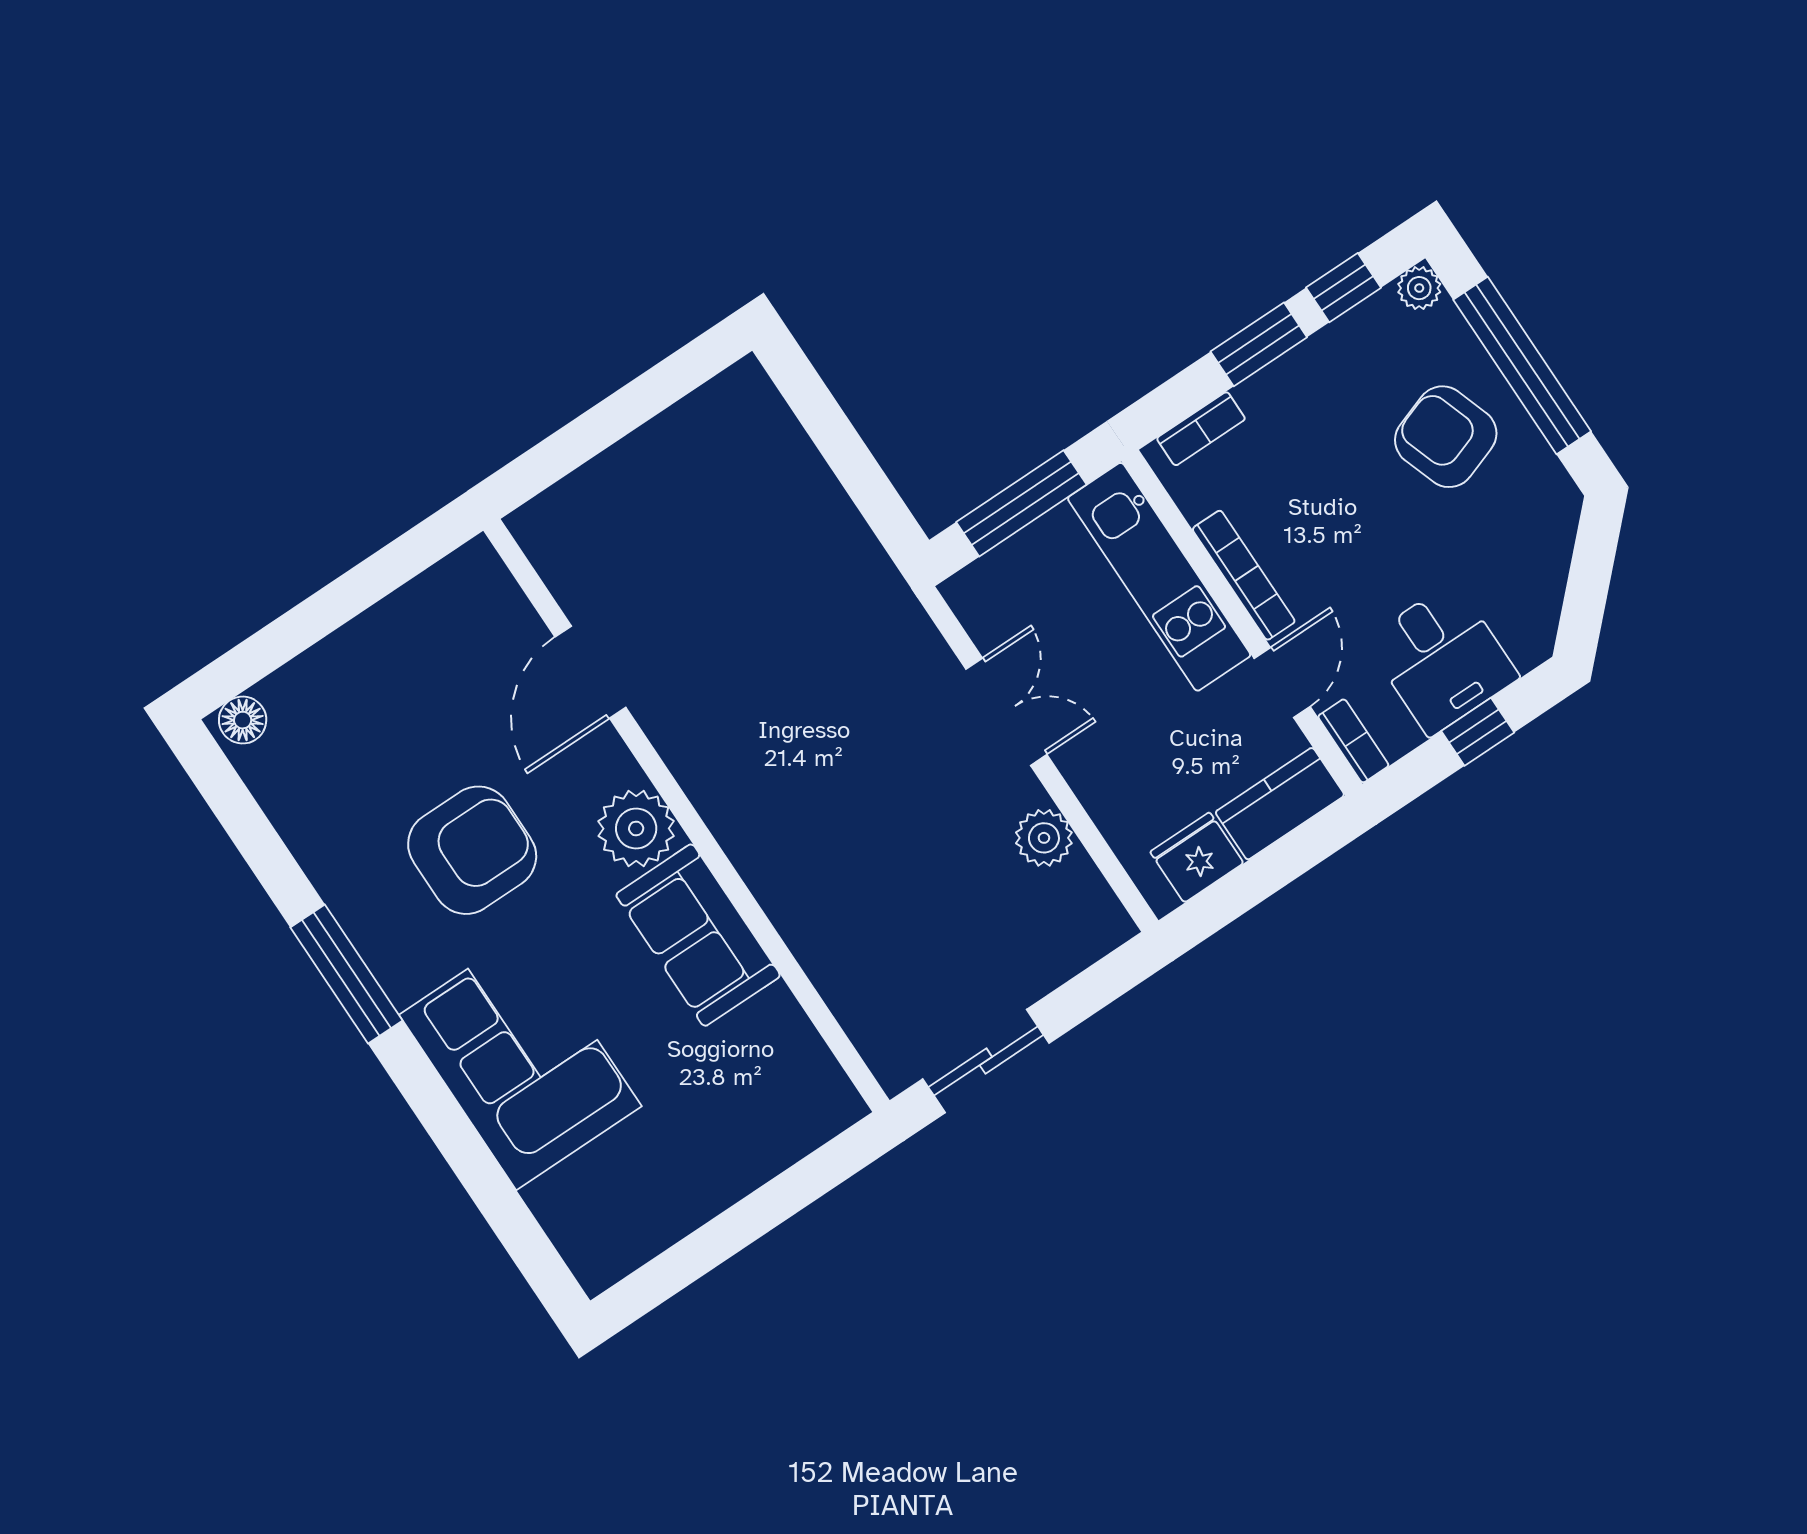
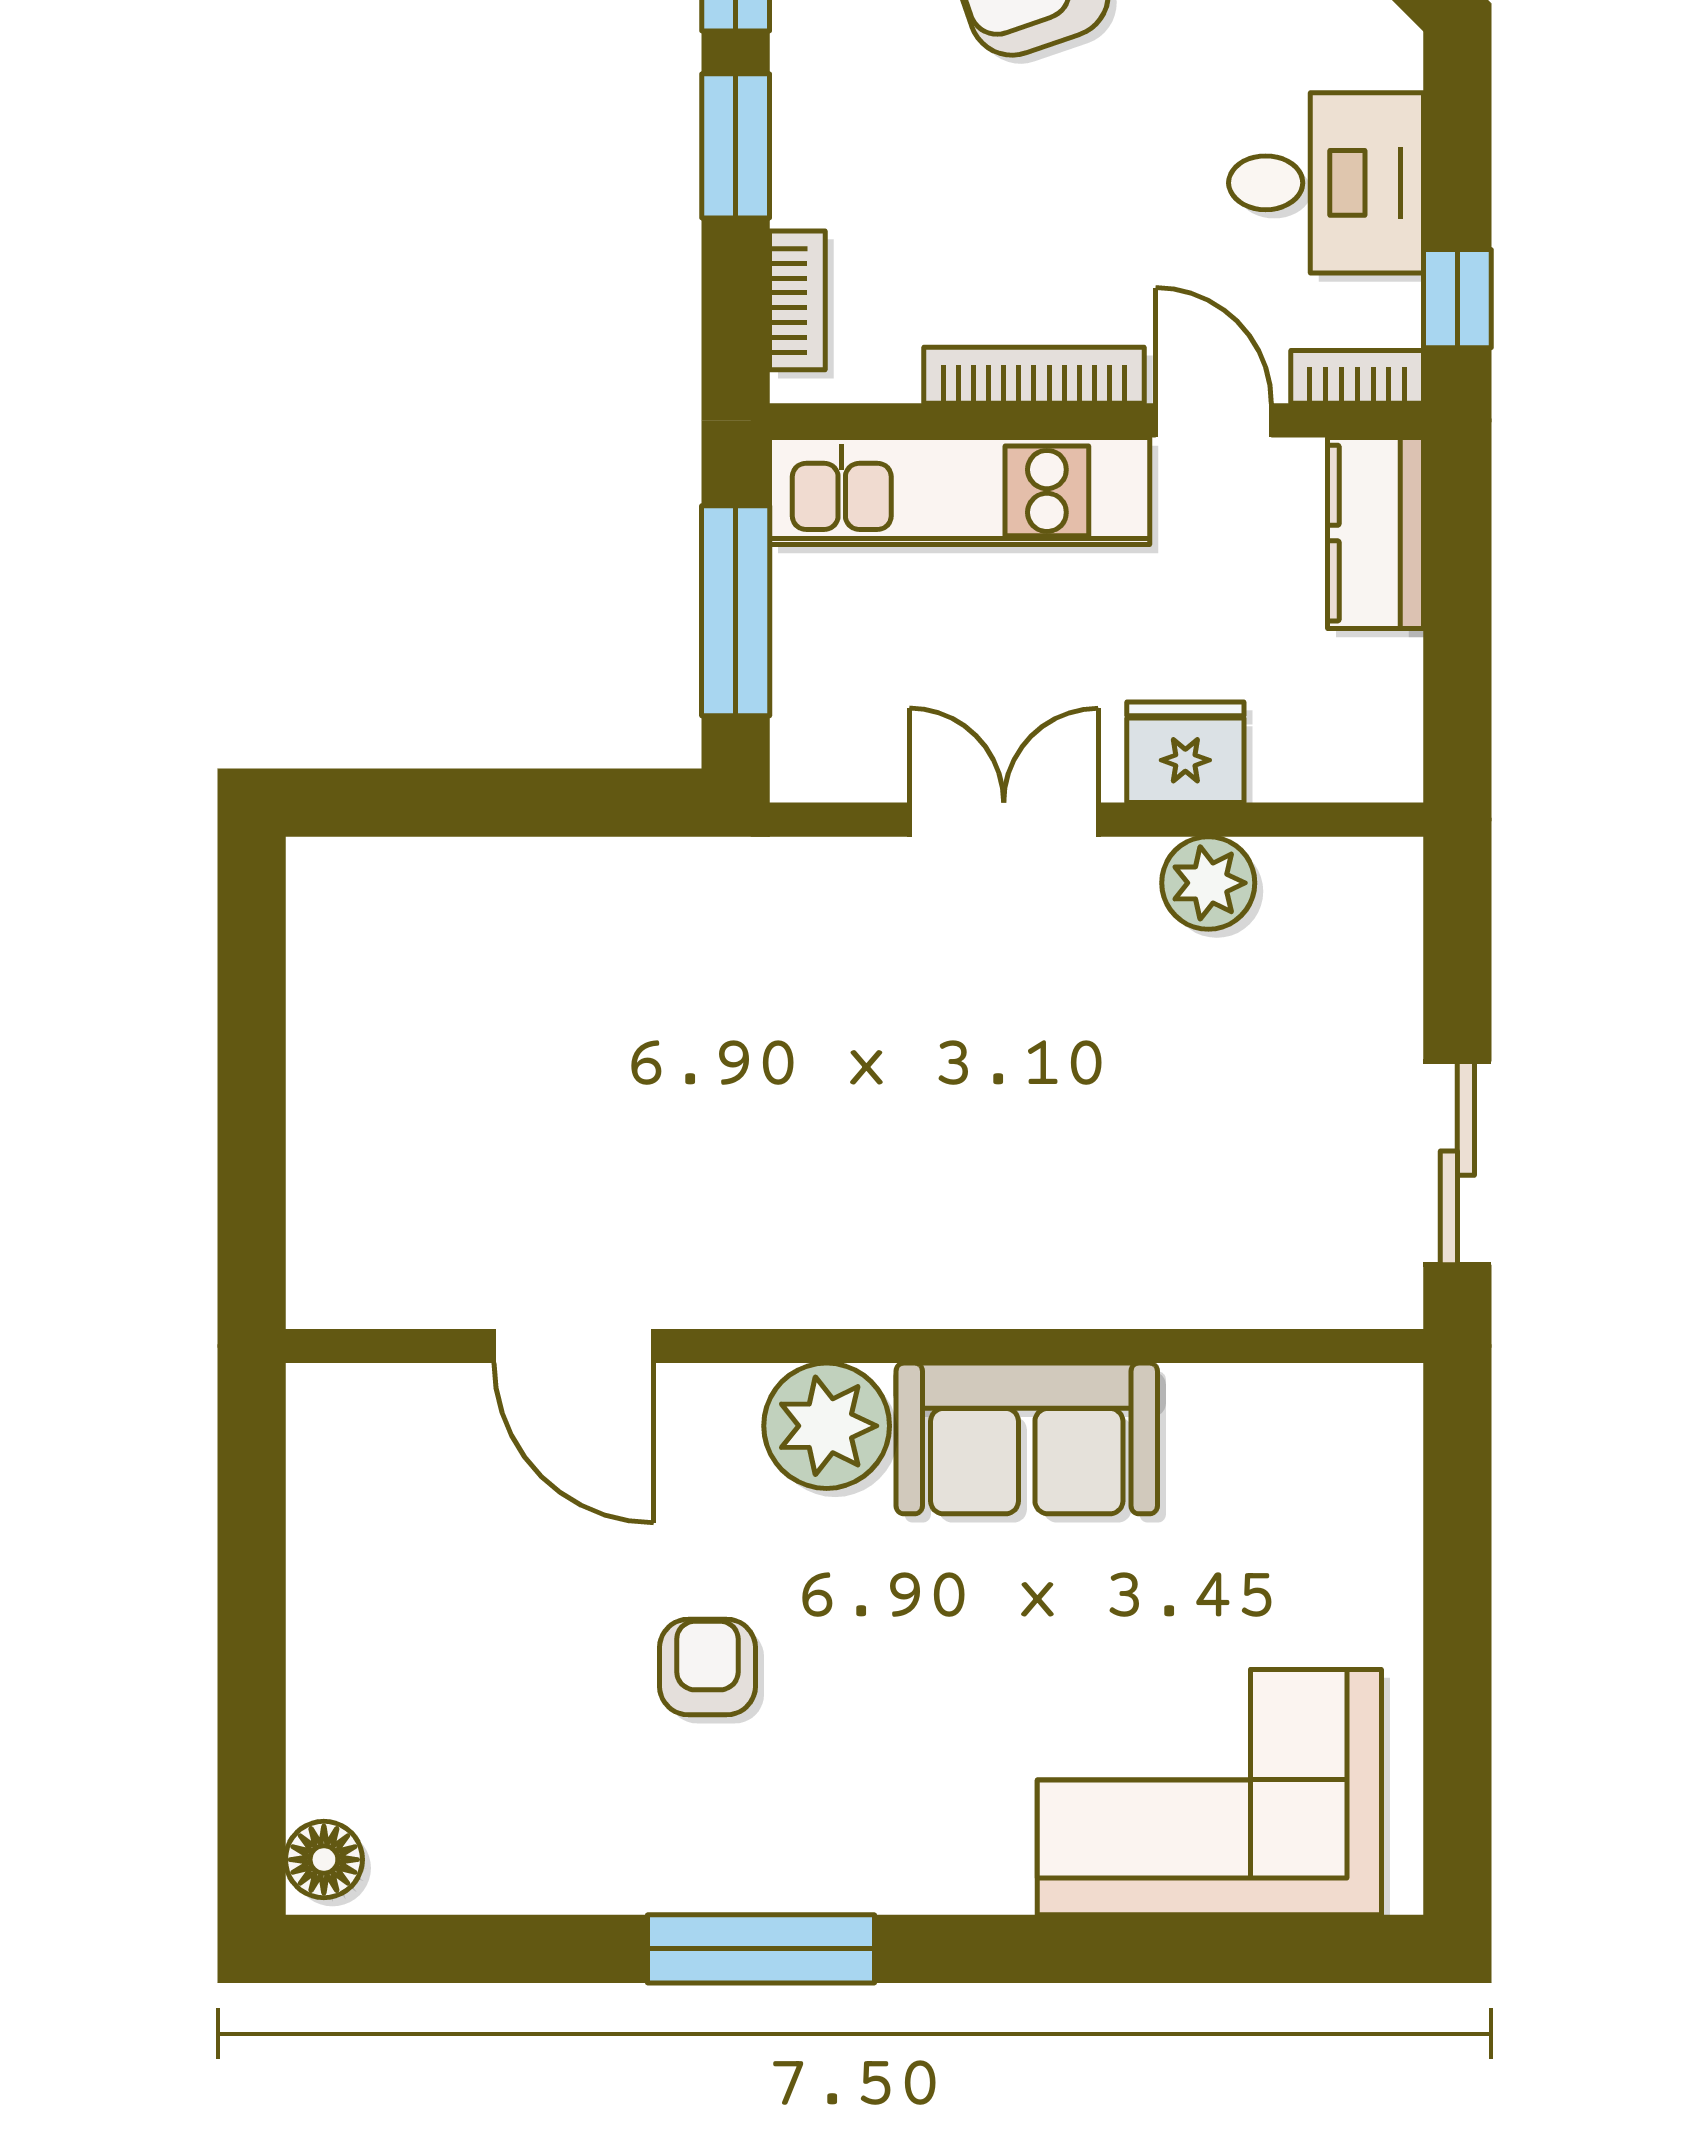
window: (1478, 732) -> (1457, 299), moved
armchair: (472, 850) -> (707, 1667), width x0.53, depth x0.53
fridge: (1197, 857) -> (1185, 752), moved, turned 90
corner sofa: (520, 1060) -> (1209, 1792), moved

